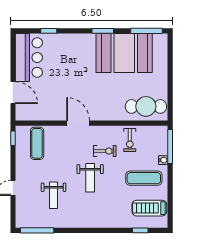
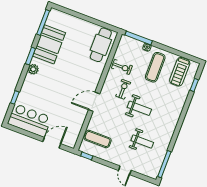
plant: (89, 40) -> (33, 69), added
booth: (124, 53) -> (49, 44), width x0.73, depth x0.70

